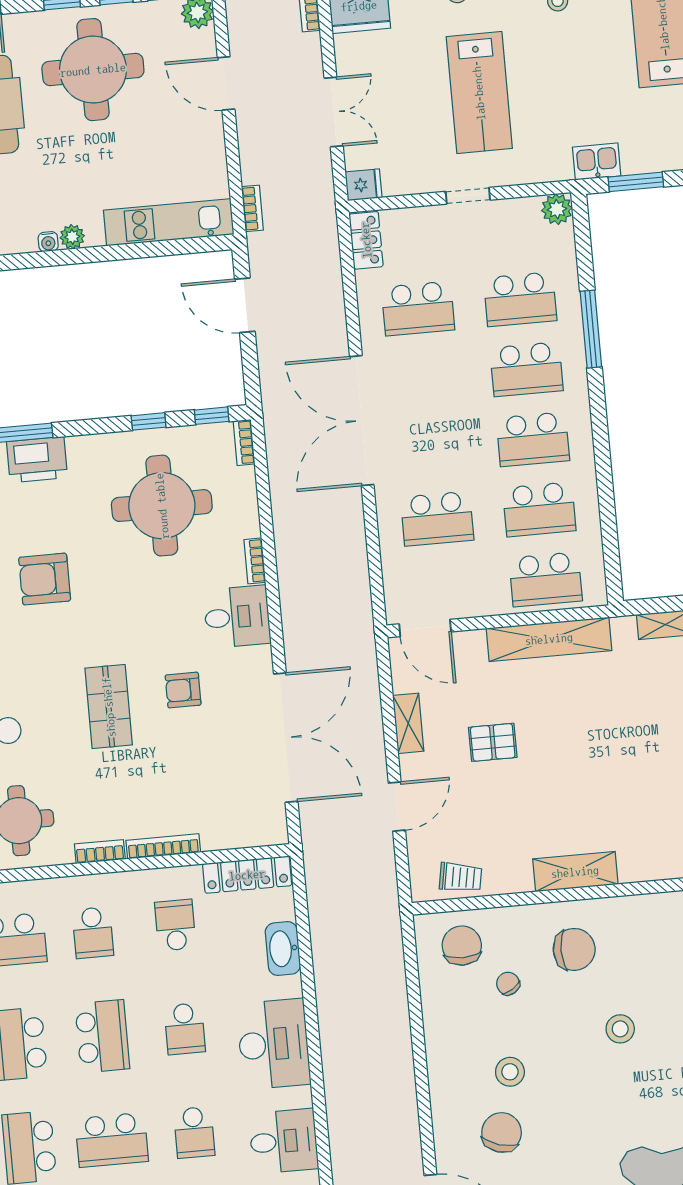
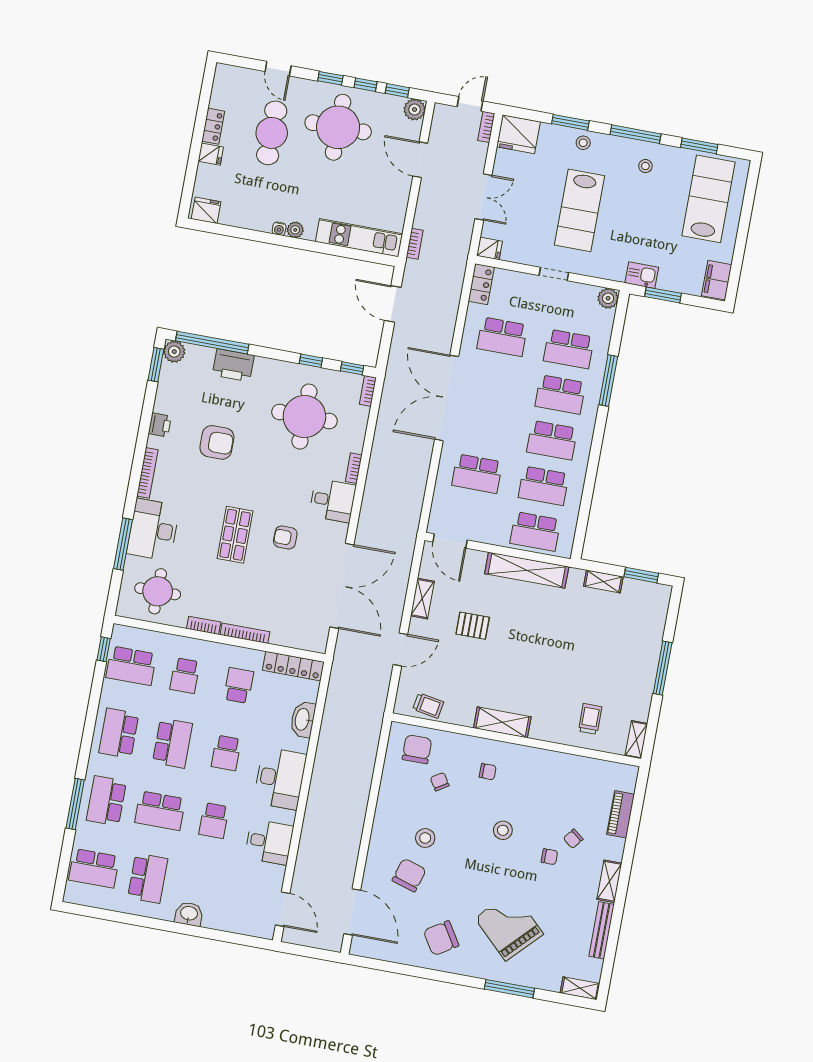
armchair: (45, 579) -> (217, 442), turned 180
chair: (574, 949) -> (488, 772), width x0.54, depth x0.54

